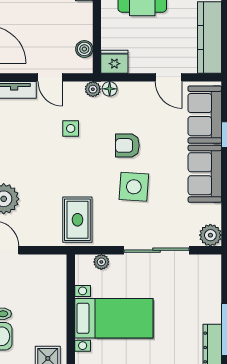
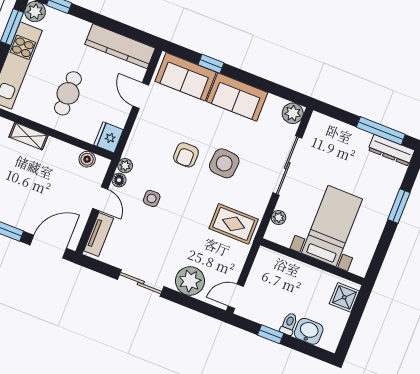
door: (50, 77) -> (100, 199), hinge flipped
door: (169, 77) -> (141, 96), swing flipped
floor lamp: (110, 89) -> (119, 180), moved

